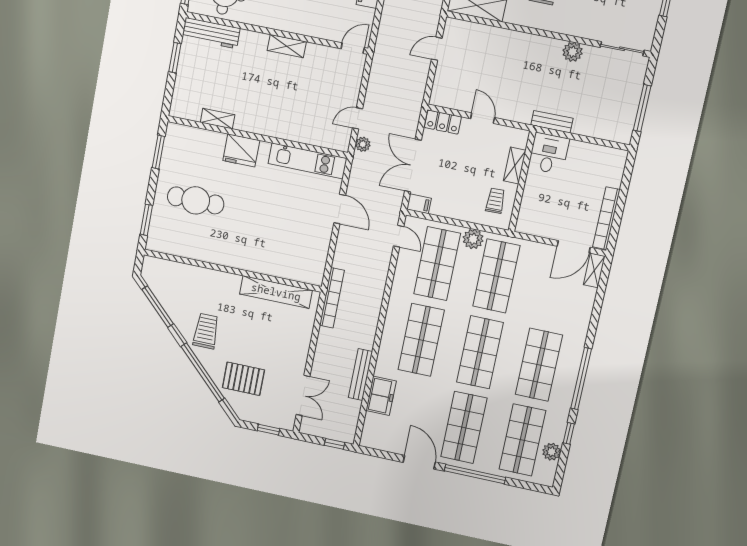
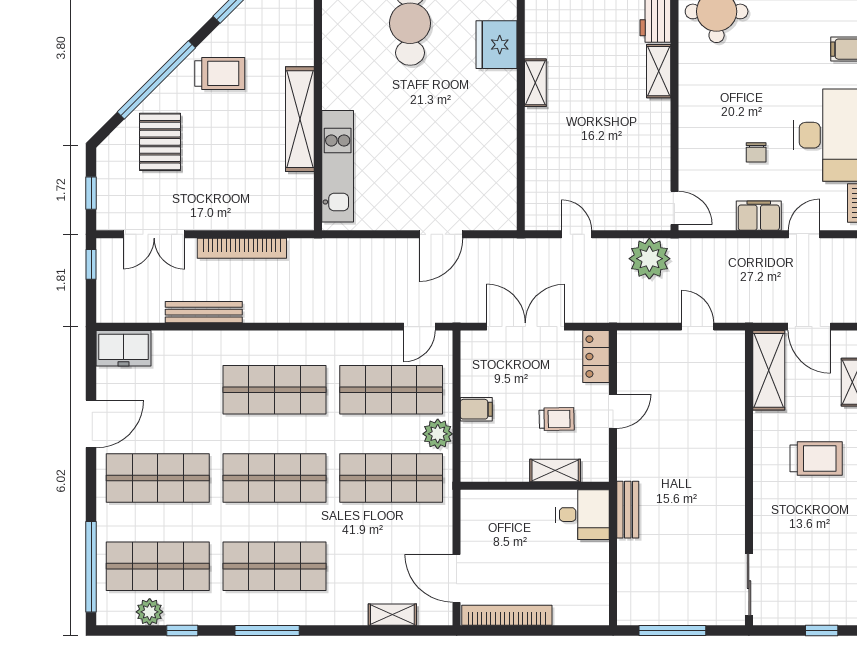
shelving: (287, 46) -> (659, 71), moved
plant: (573, 52) -> (731, 517), removed
shelving: (218, 119) -> (535, 83), moved
plant: (363, 144) -> (649, 259), moved, width x1.87, depth x1.87
fridge: (241, 150) -> (496, 45), moved
kitchen unit: (307, 161) -> (338, 166), moved, turned 180
trolley: (495, 201) -> (557, 419), moved
filing cabinet: (419, 204) -> (476, 409), moved, turned -90
shelving: (594, 270) -> (392, 615), moved
shelving: (276, 292) -> (300, 119), moved
bookcase: (332, 298) -> (242, 248), moved
window: (581, 379) -> (267, 631), width x0.68
freezer: (381, 396) -> (124, 348), moved
window: (335, 444) -> (91, 264), moved
window: (475, 474) -> (91, 567), moved

